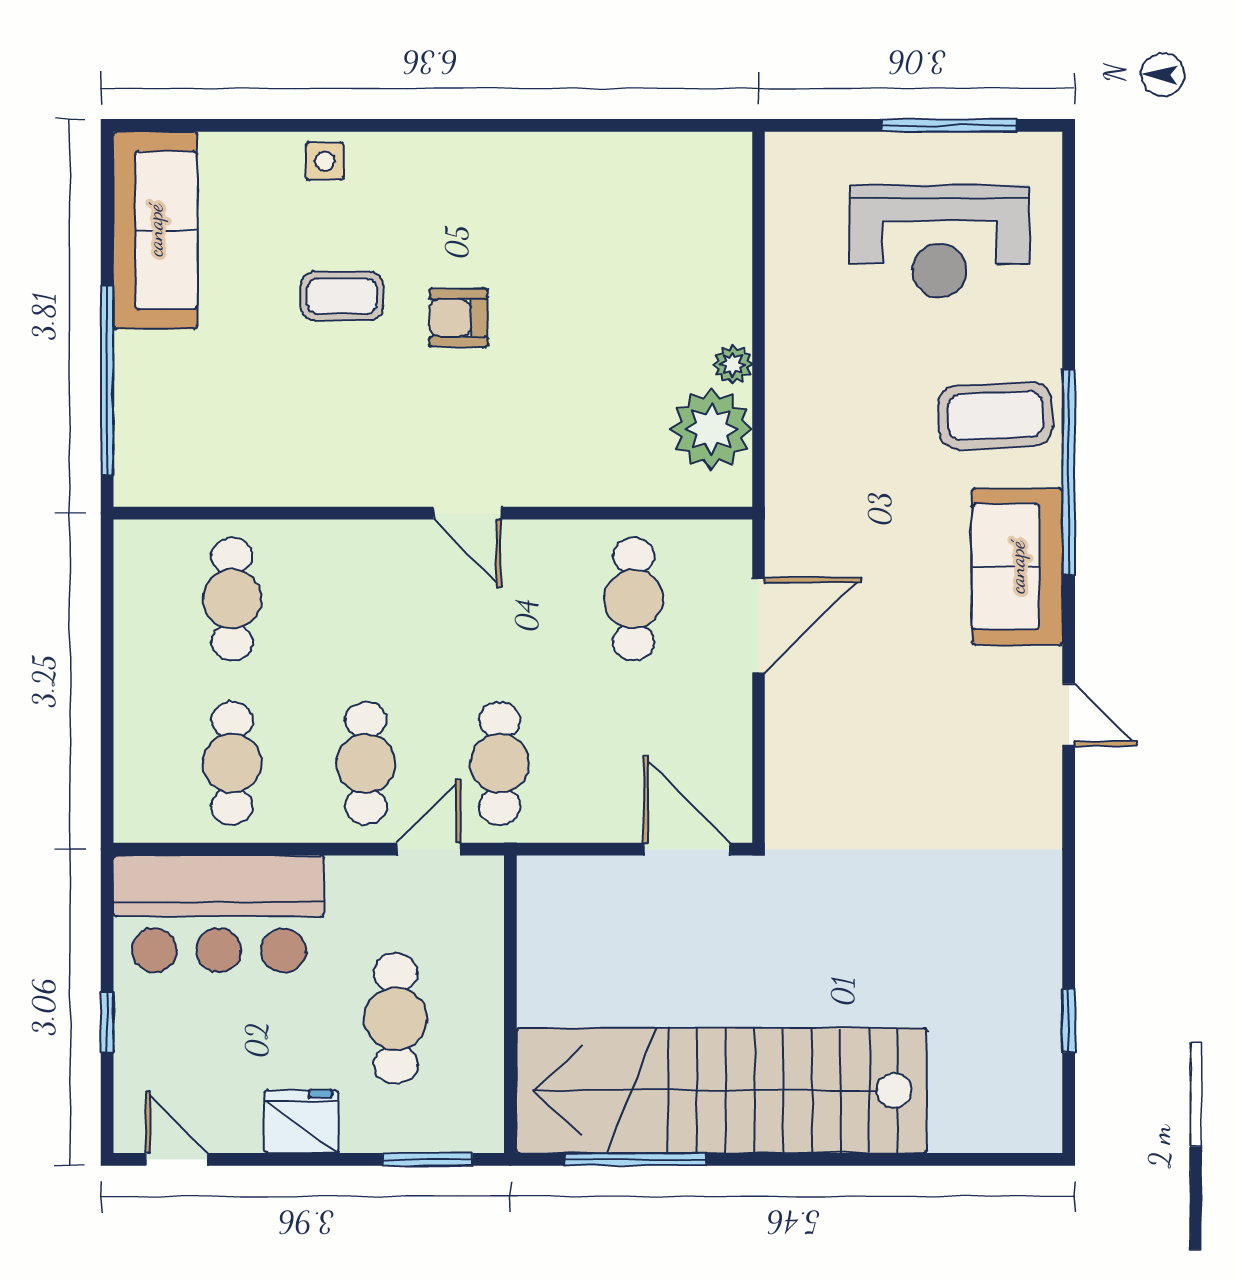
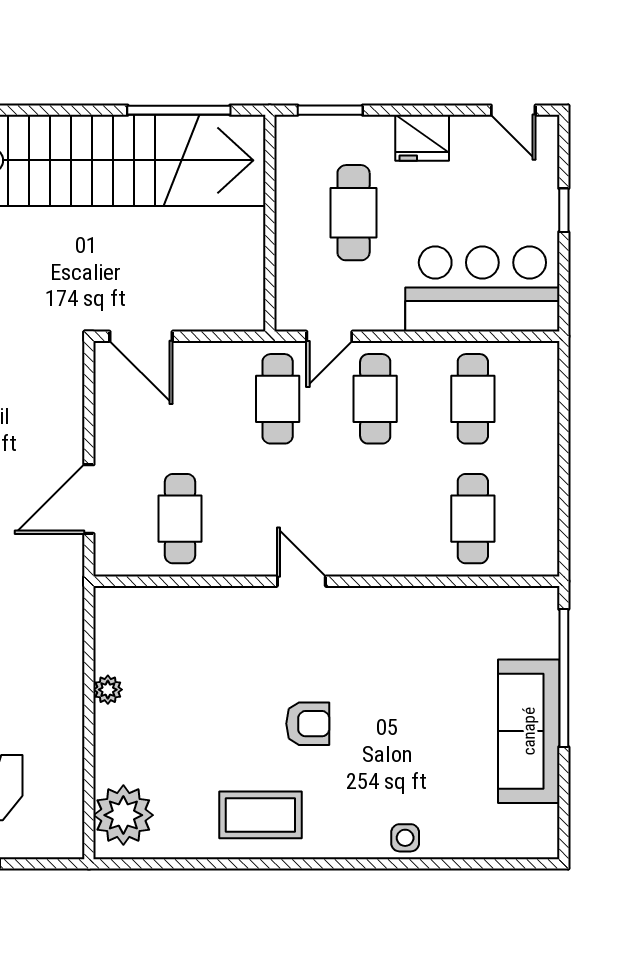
sofa: (155, 230) -> (529, 731), moved
coffee table: (342, 296) -> (260, 815), moved, width x1.36, depth x1.30
plant: (711, 429) -> (123, 815), moved

